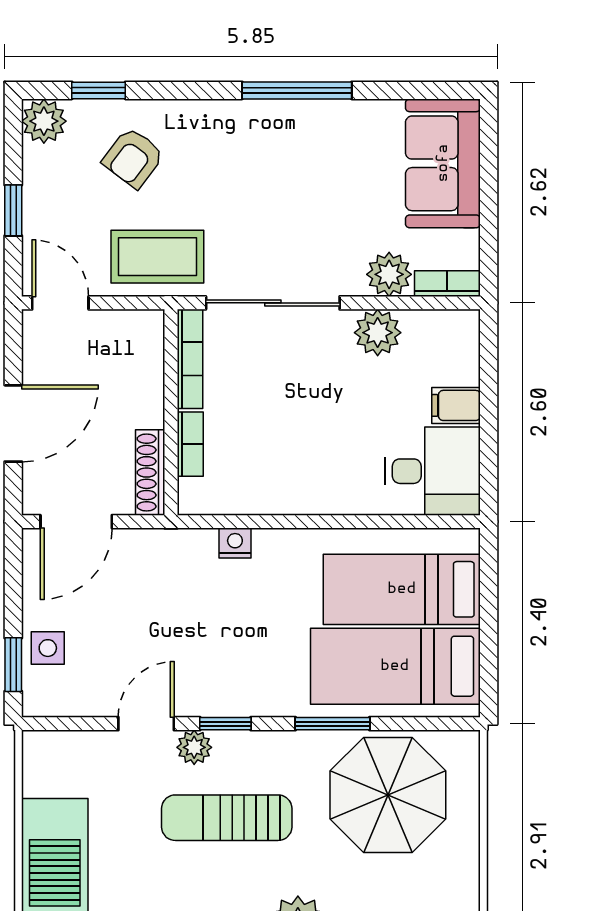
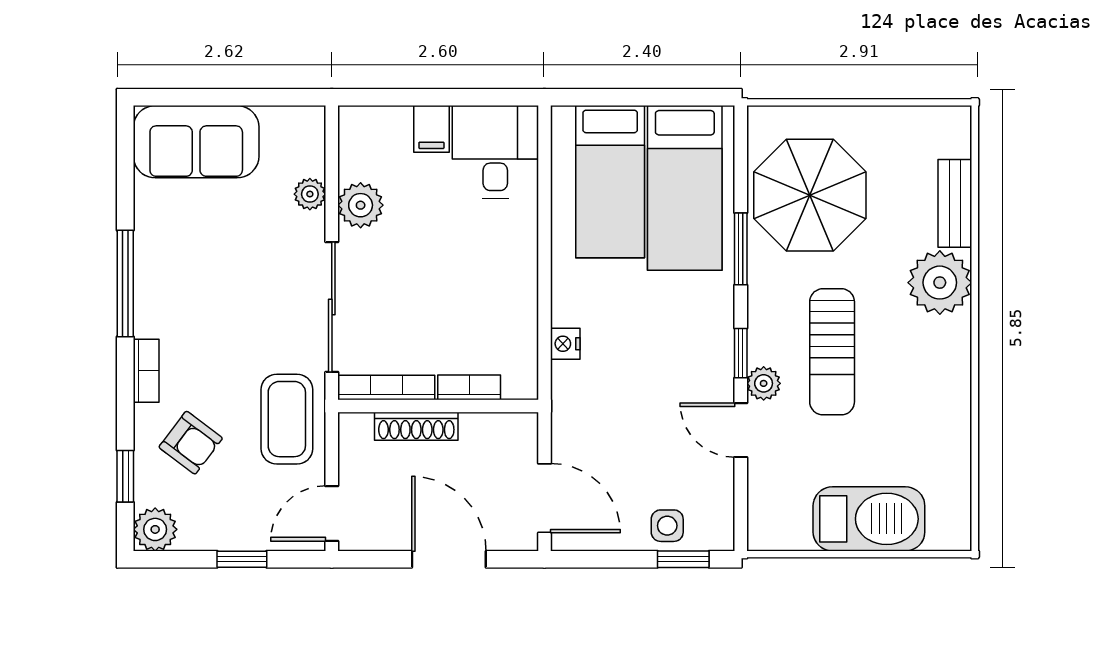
plant: (389, 274) -> (310, 194), width x0.73, depth x0.73
bookcase: (447, 284) -> (146, 371), moved, turned 180
shoe rack: (150, 473) -> (416, 426), moved

